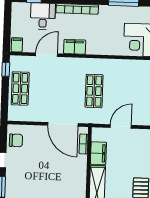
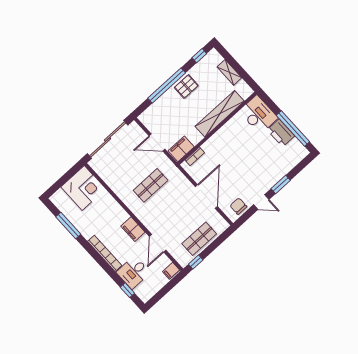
door: (47, 55) -> (158, 243), hinge flipped
door: (63, 124) -> (206, 197), moved
filing cabinet: (98, 153) -> (181, 149), moved

